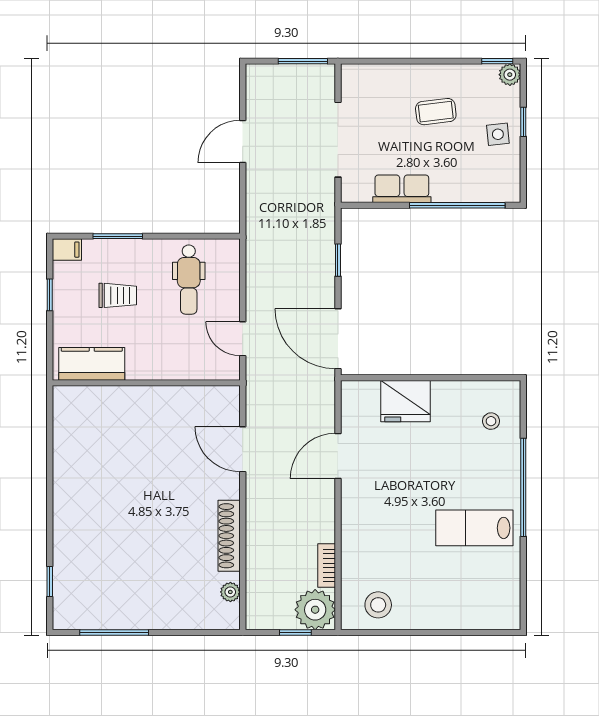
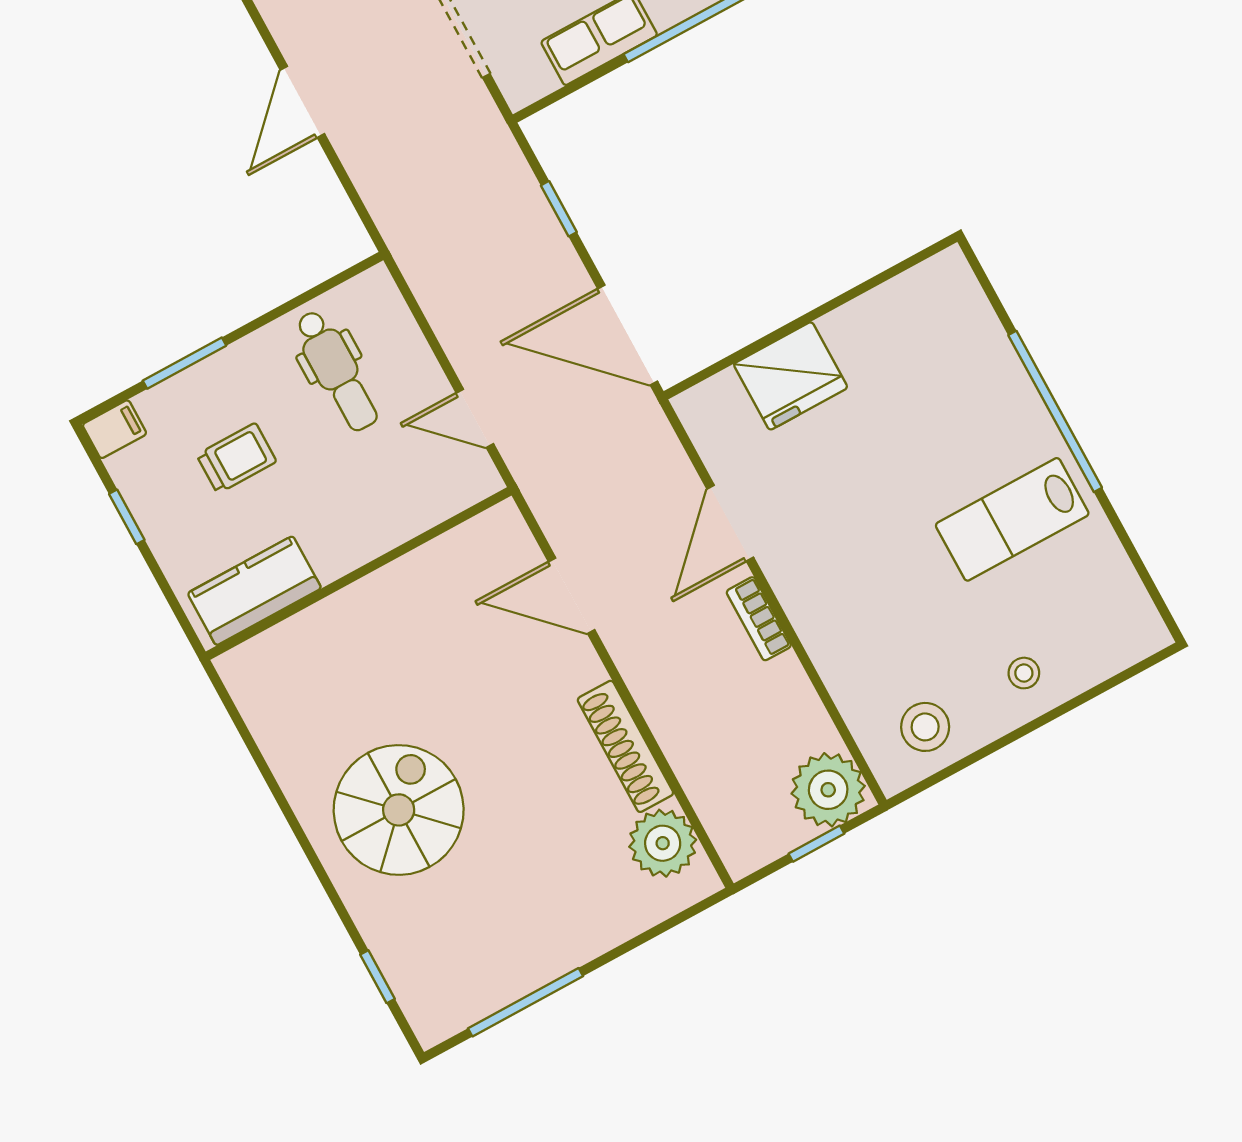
stool: (491, 421) -> (1024, 673), moved
spiral stairs: (104, 507) -> (399, 810), added
bookcase: (327, 565) -> (759, 619), moved
plant: (230, 592) -> (663, 843), width x1.87, depth x1.87

